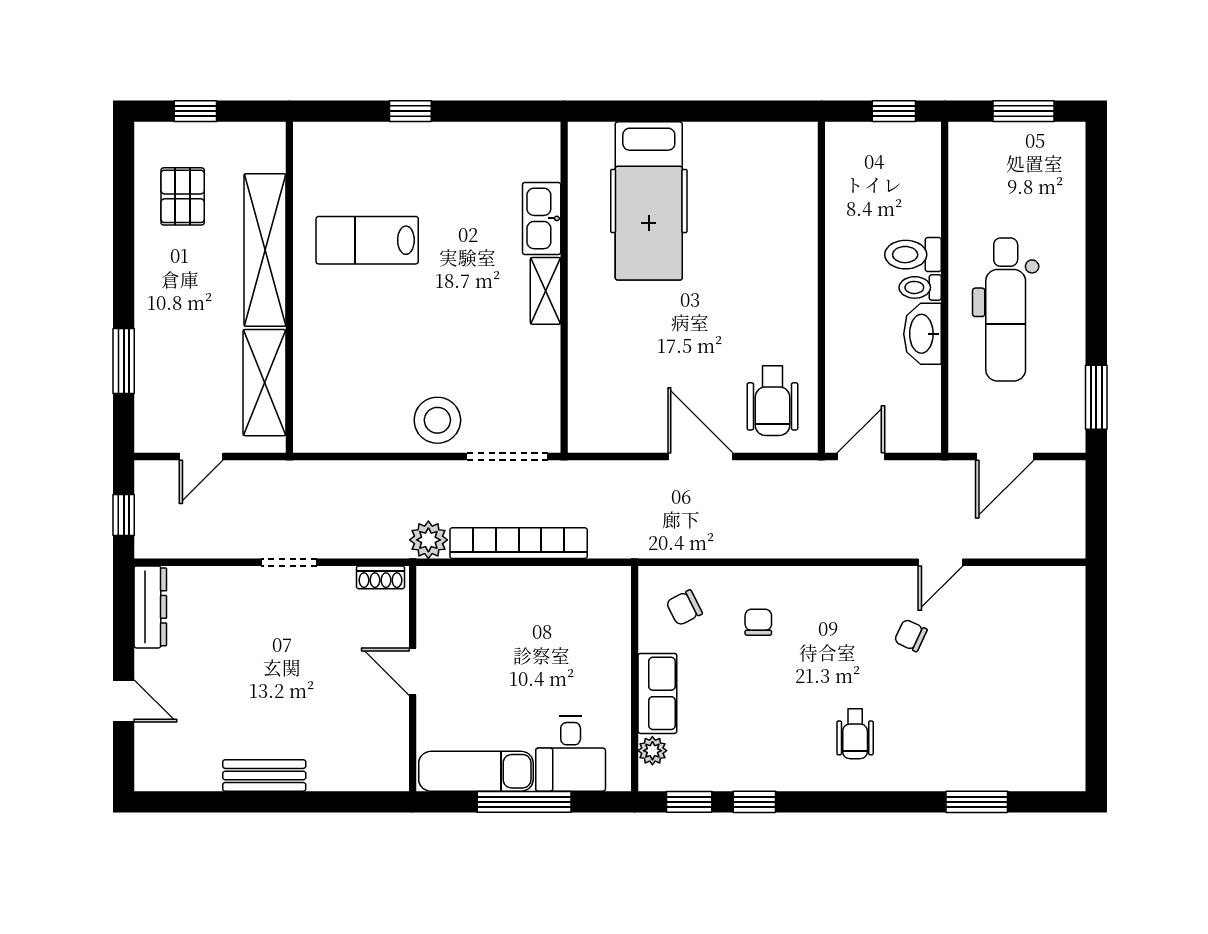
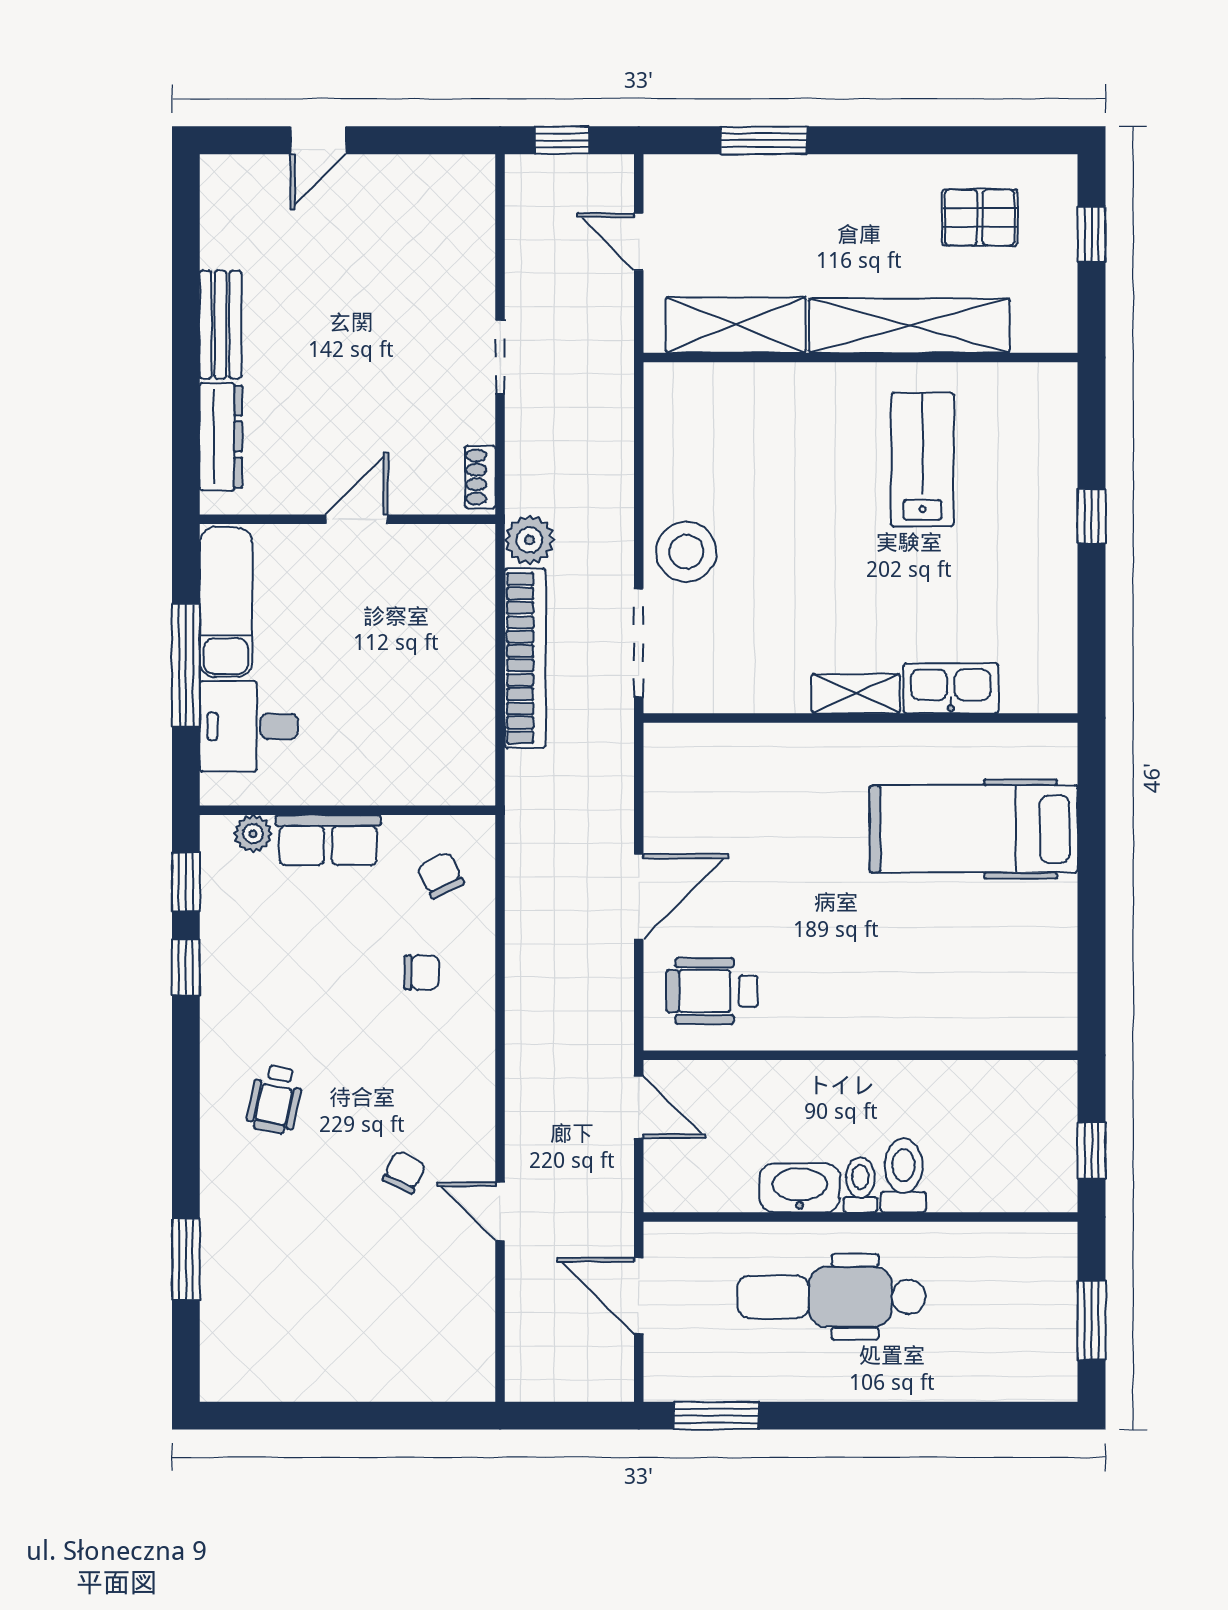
dresser: (150, 607) -> (221, 437), moved, turned -90
wheelchair: (855, 734) -> (275, 1099), turned -78

